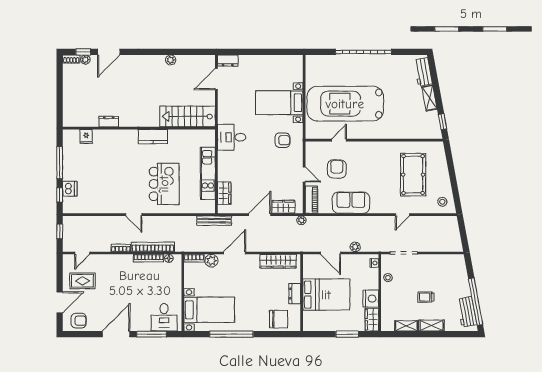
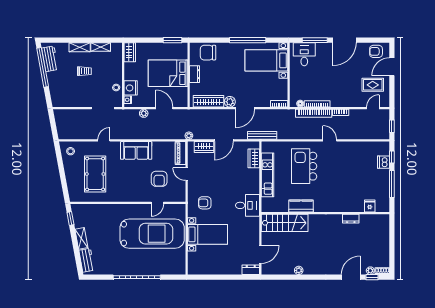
kitchen counter: (153, 137) -> (301, 206), moved
sofa: (351, 203) -> (136, 150), moved
plant: (211, 261) -> (230, 102), moved
nightstand: (371, 299) -> (131, 88), moved
window: (347, 334) -> (173, 40), moved

